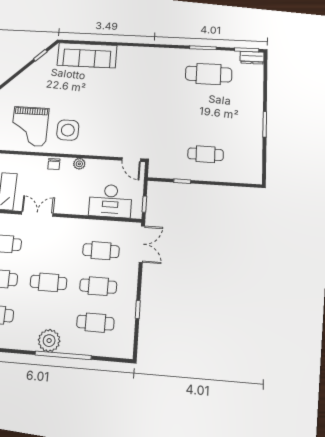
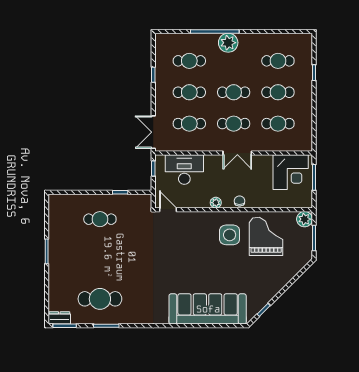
sofa: (87, 55) -> (208, 309), width x1.36, depth x1.27
double door: (37, 214) -> (237, 153), moved
cafe table: (52, 247) -> (234, 124), added

